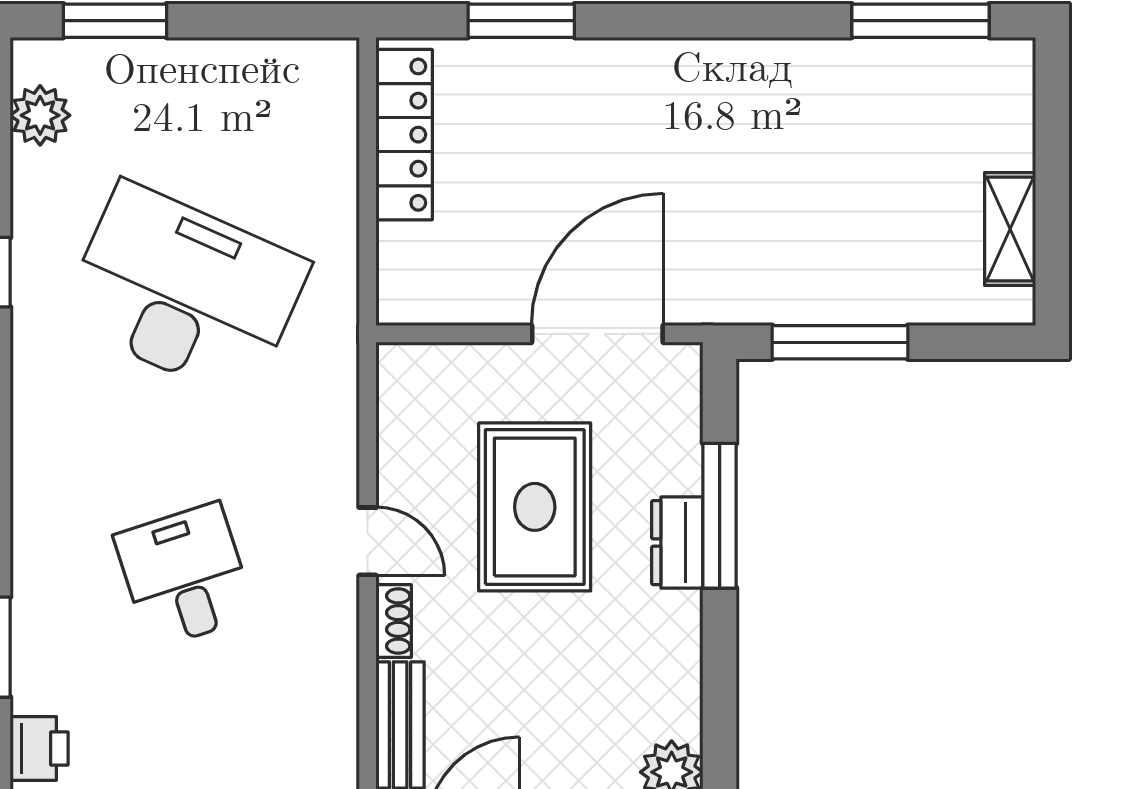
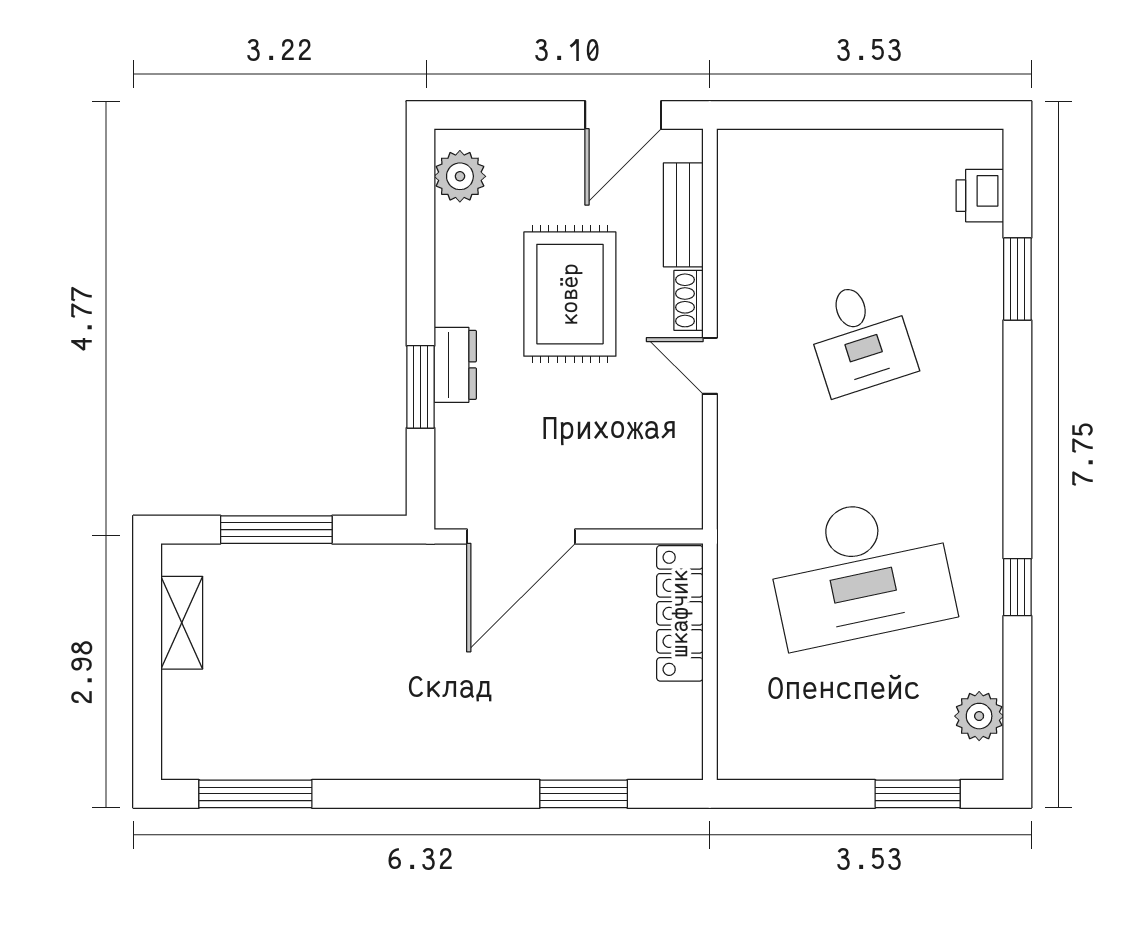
locker: (404, 135) -> (680, 613), moved
desk: (185, 292) -> (860, 571), turned -36
window: (840, 342) -> (276, 530), moved
rug: (535, 507) -> (570, 294), moved
window: (720, 516) -> (421, 387), width x0.69

